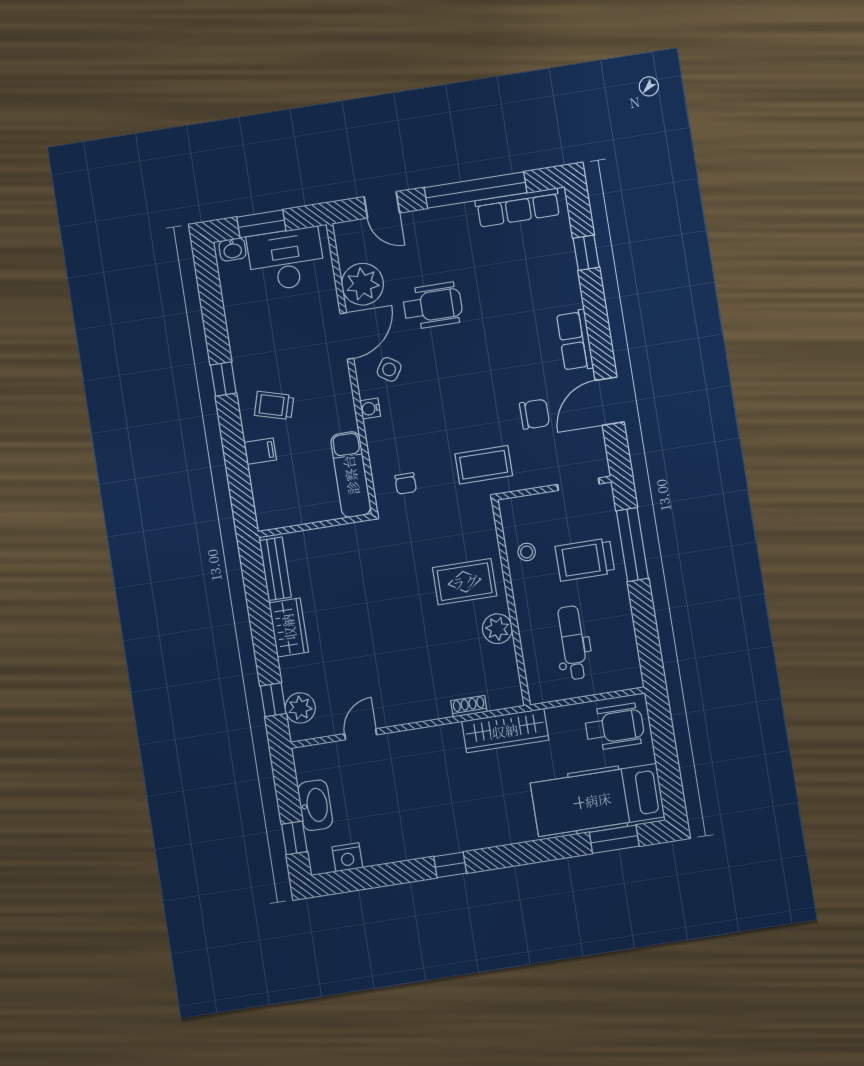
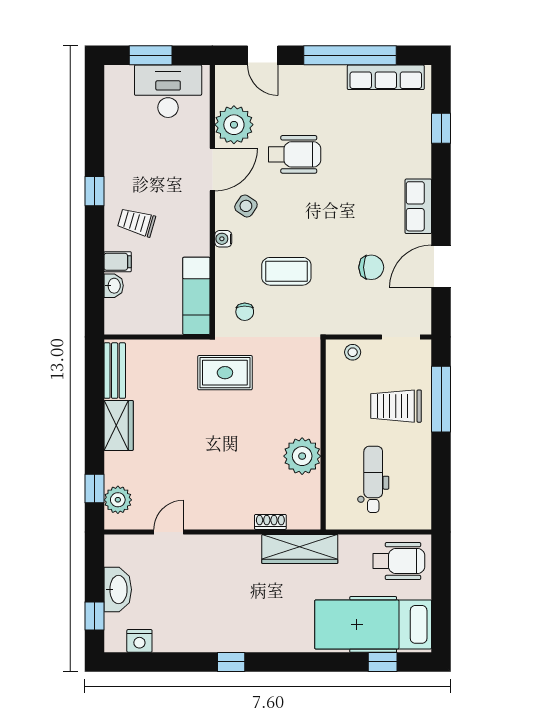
washbasin: (233, 249) -> (114, 286), moved, turned -90
coffee table: (484, 465) -> (286, 271), moved
stool: (527, 552) -> (353, 352), moved
rug: (465, 582) -> (225, 373), moved
plant: (497, 629) -> (302, 456), width x1.36, depth x1.36
window: (614, 839) -> (383, 662), width x0.67

